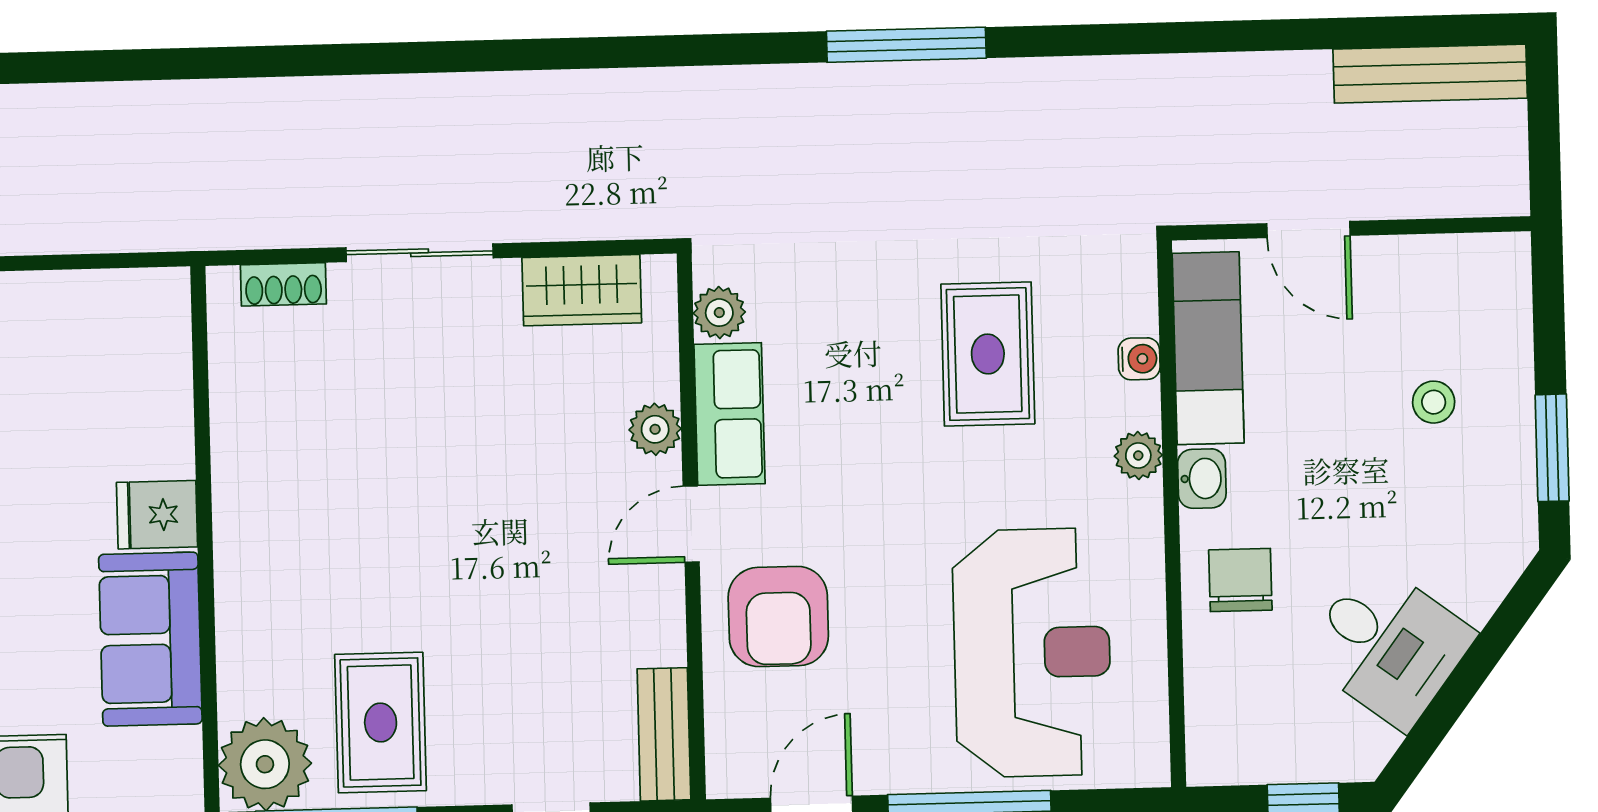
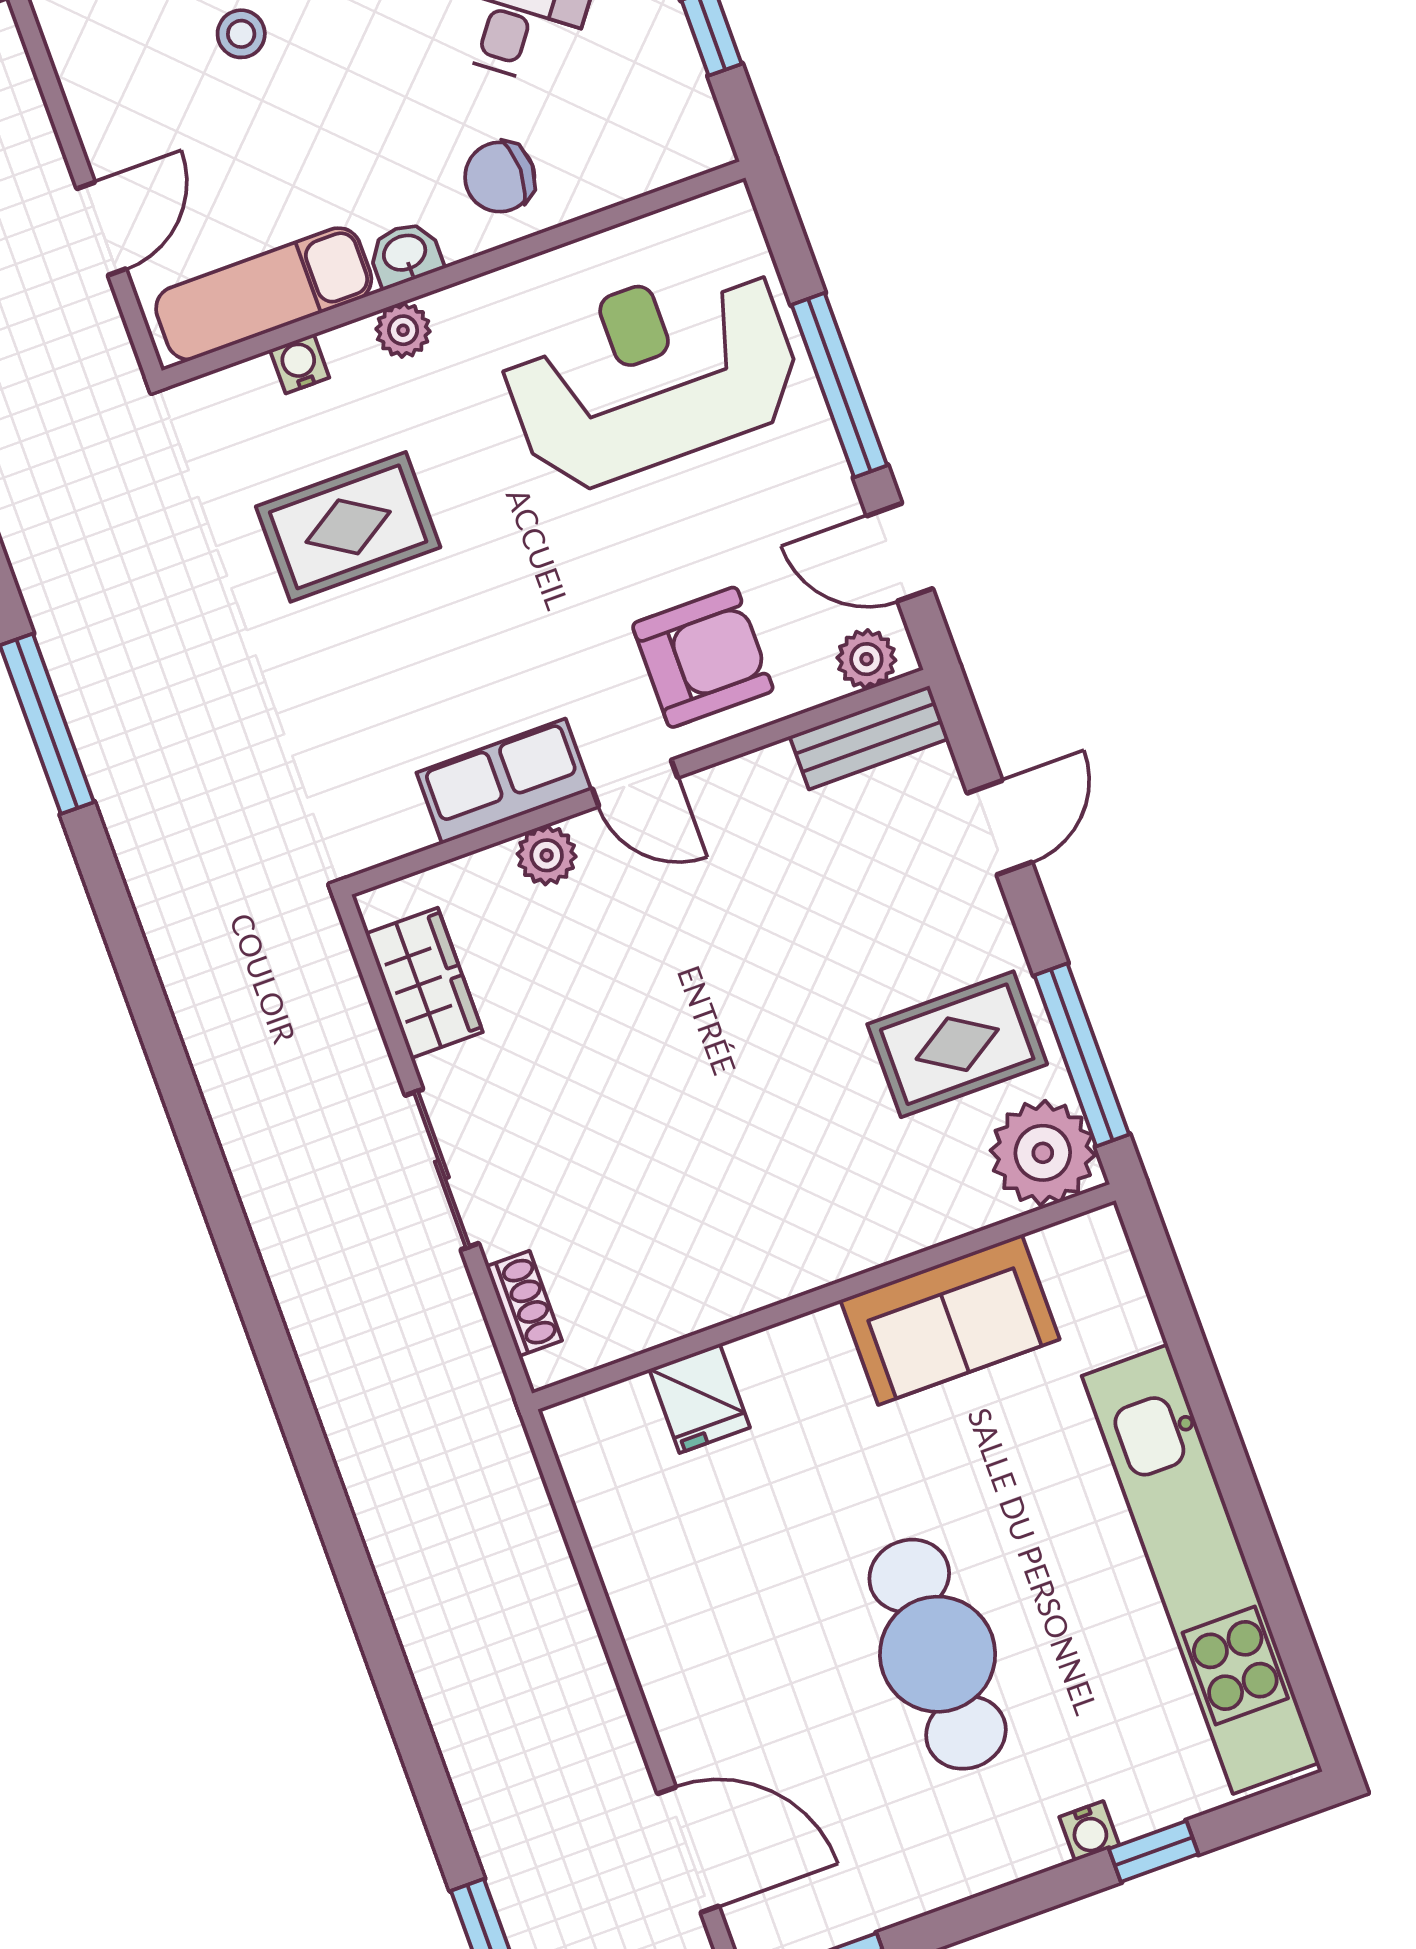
plant: (719, 313) -> (866, 659), moved
fridge: (157, 515) -> (700, 1398), moved

